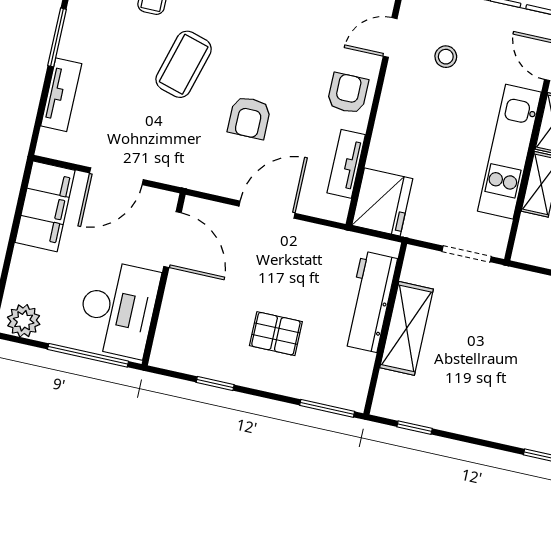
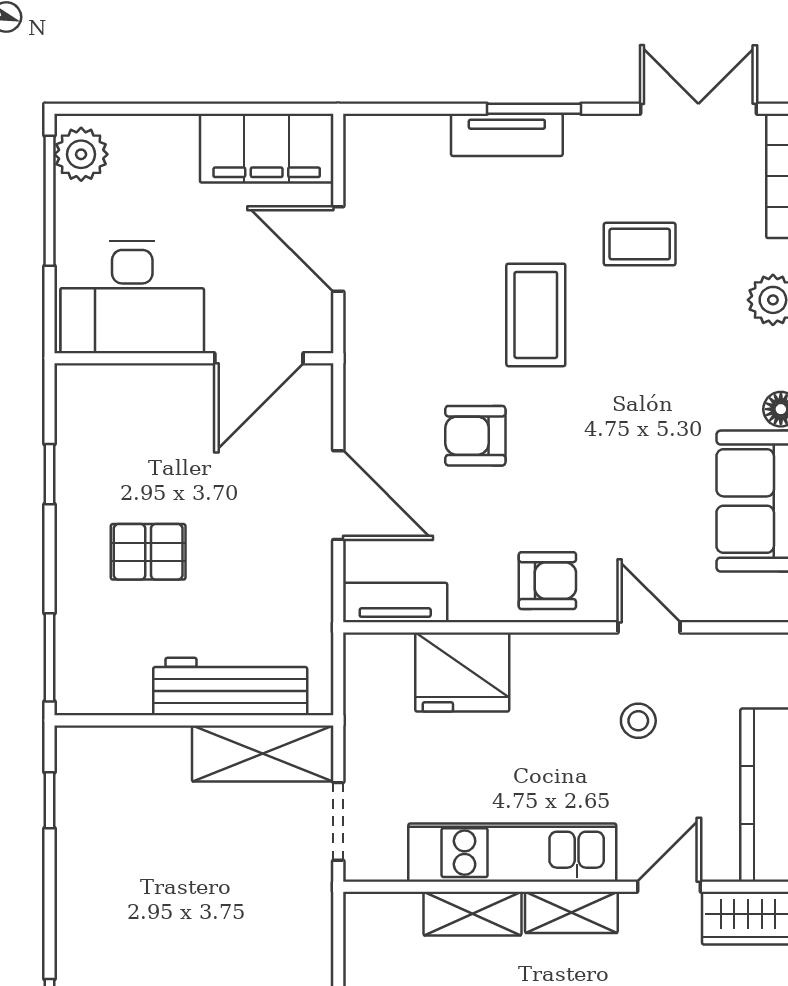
coffee table: (184, 64) -> (536, 315), turned 74
tv unit: (61, 95) -> (507, 135), moved
tv unit: (346, 164) -> (395, 603), moved
fridge: (382, 202) -> (462, 672), moved
shelving: (407, 328) -> (263, 754), moved
pallet: (276, 334) -> (148, 552), turned 90
window: (88, 355) -> (49, 201), moved

